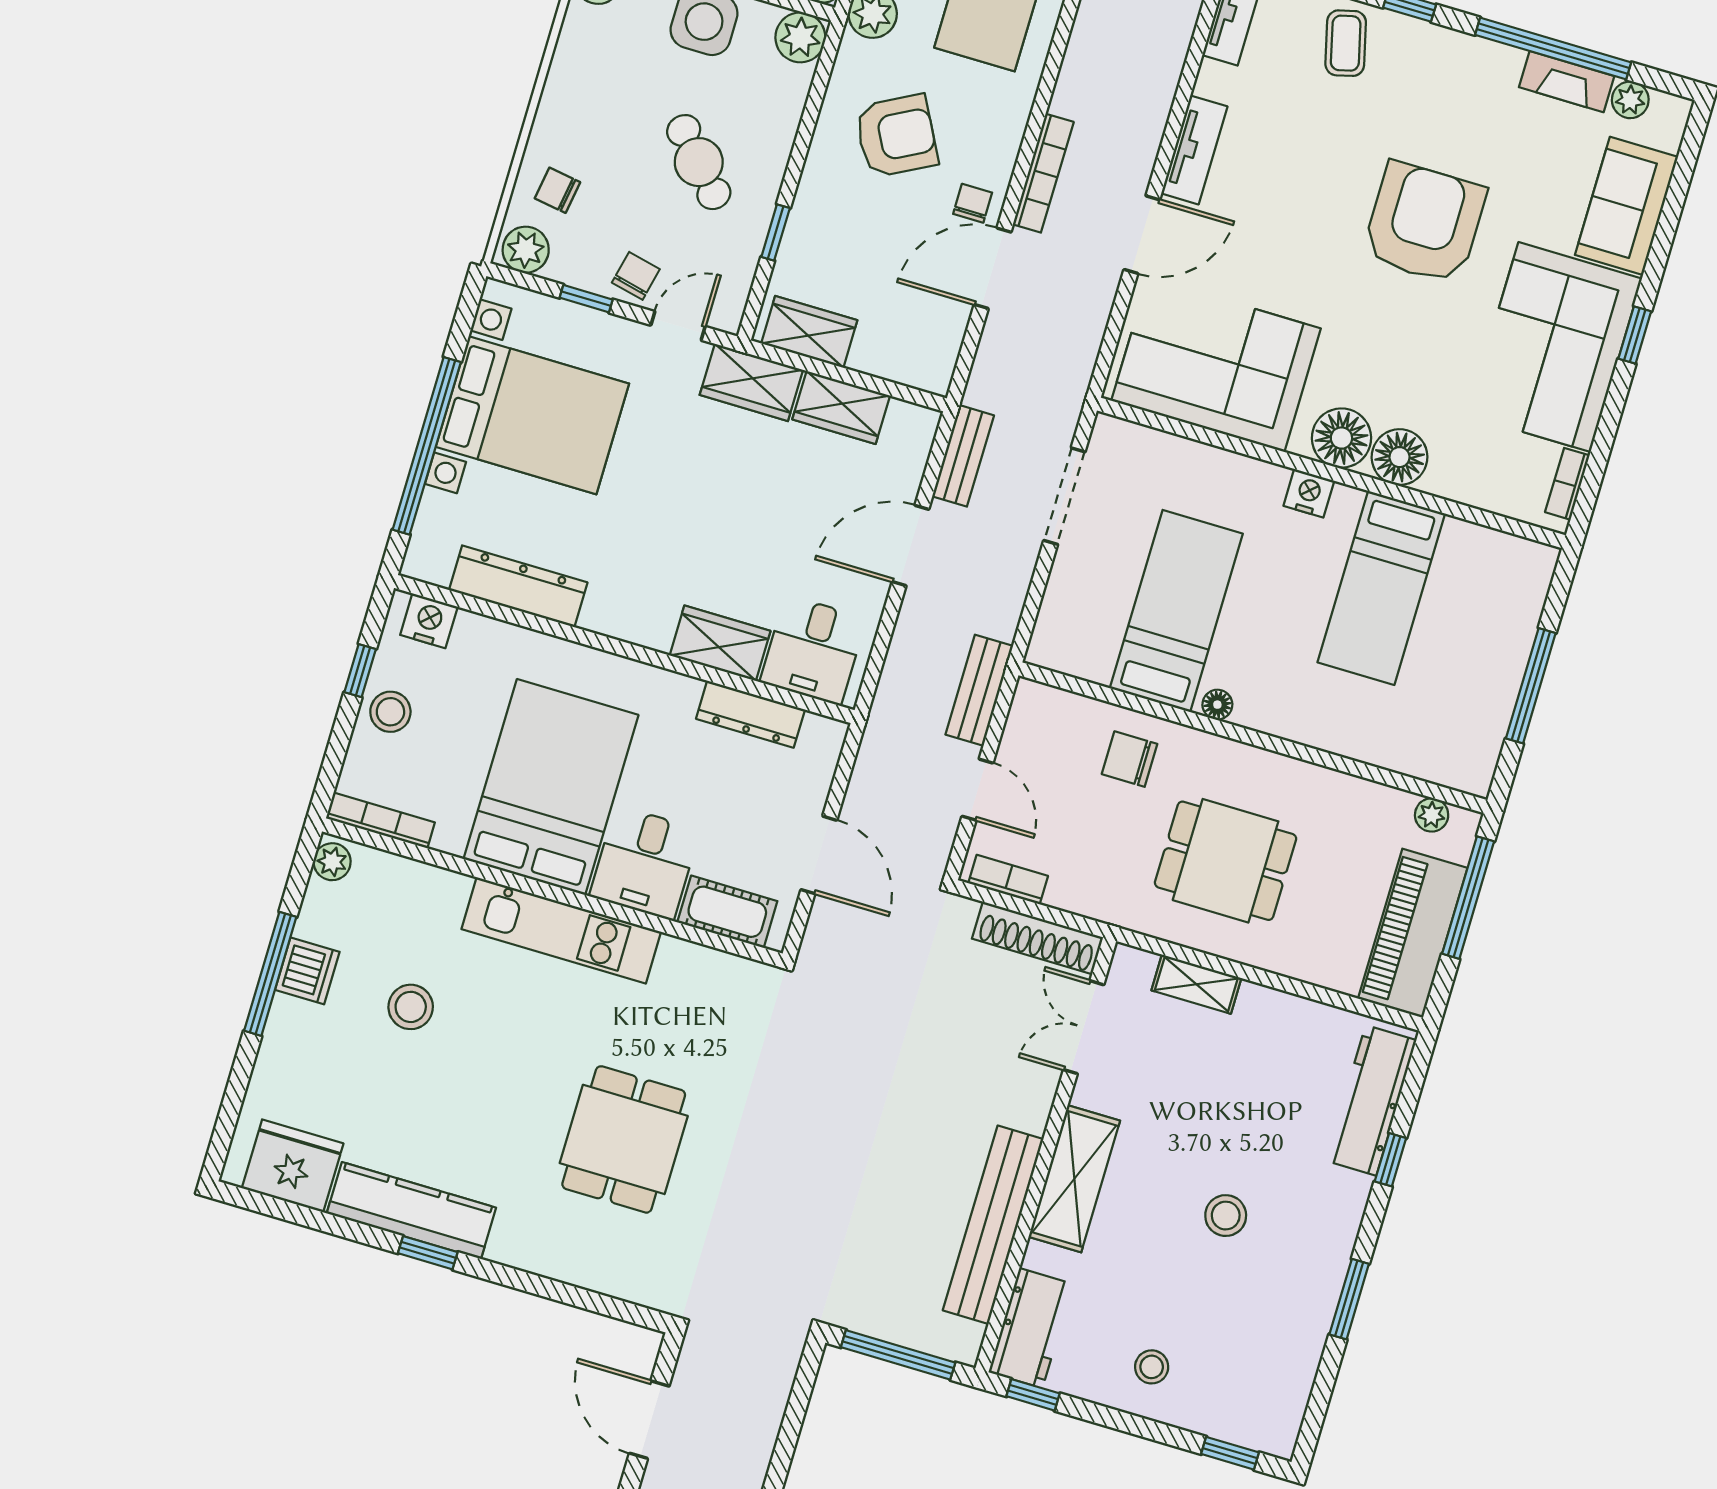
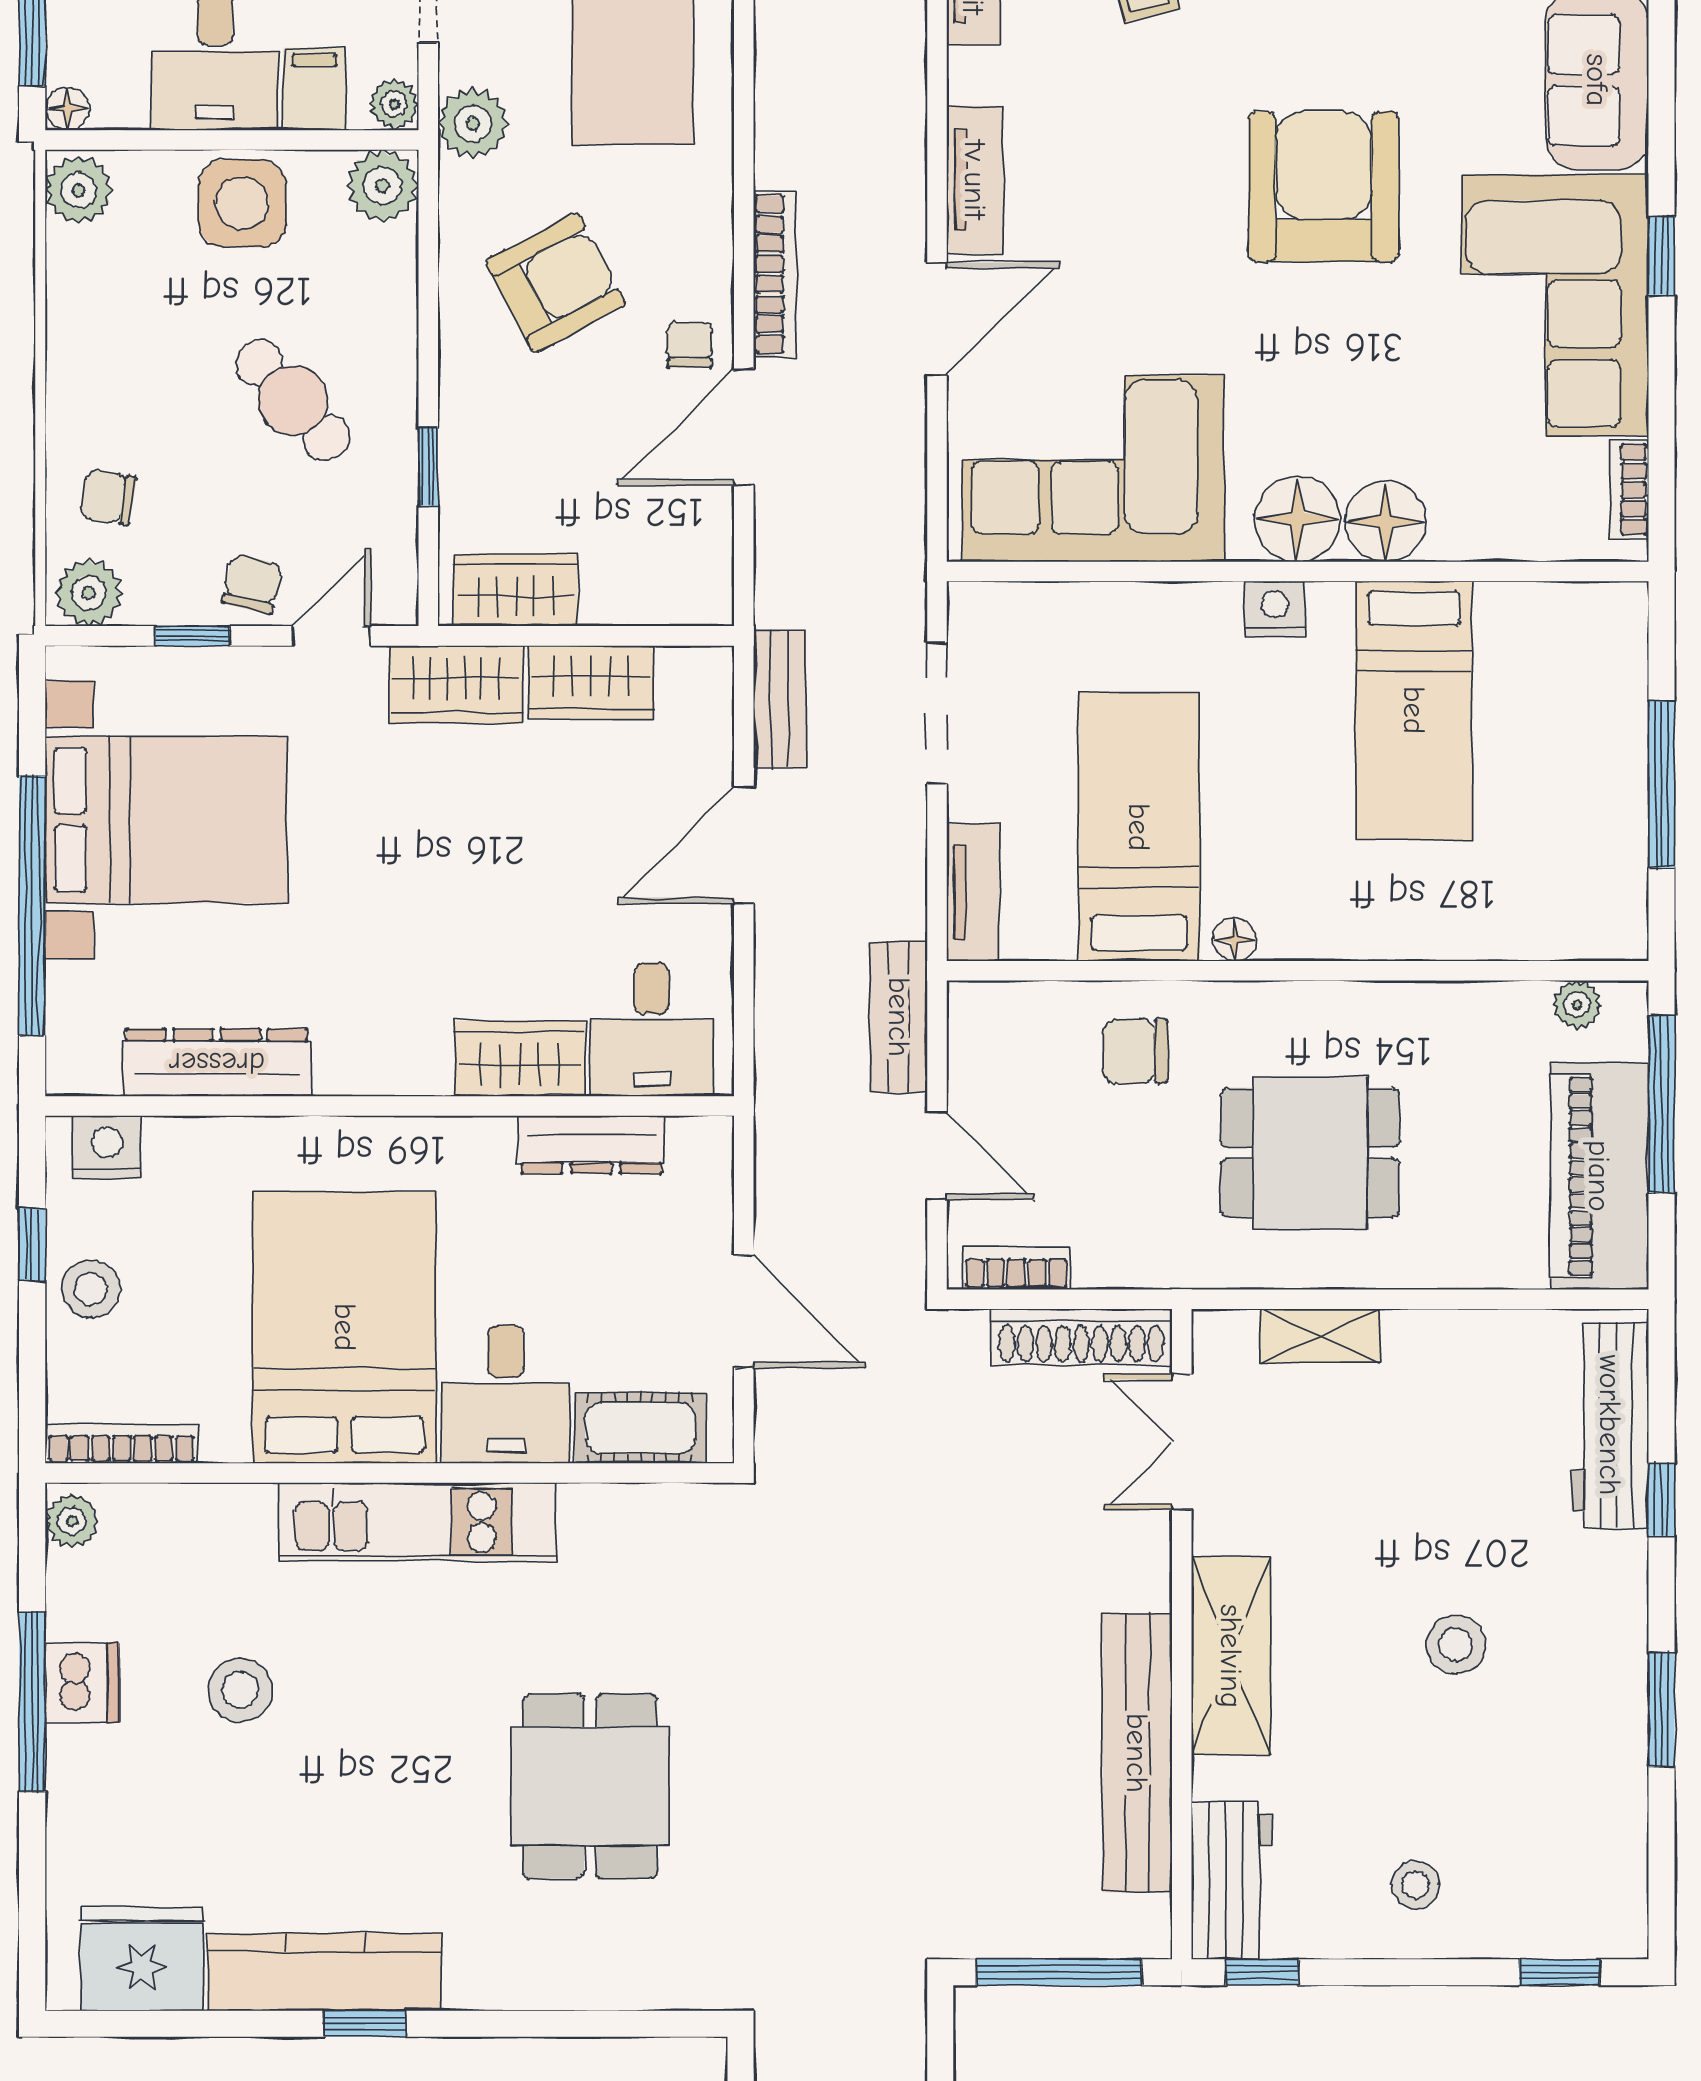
tv unit: (1053, 622) -> (973, 892), added

